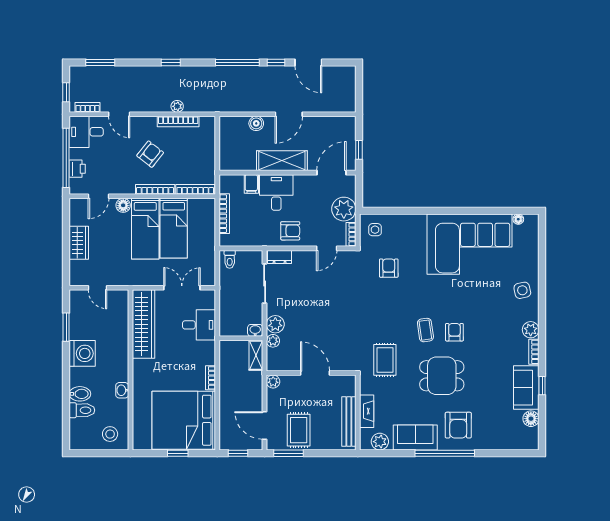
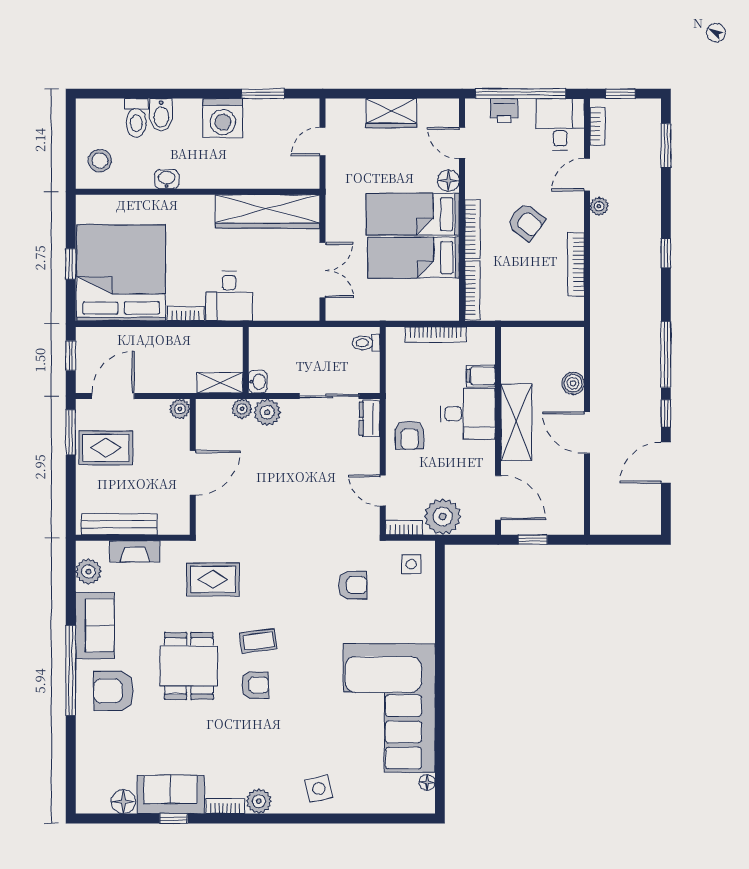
plant: (177, 106) -> (599, 206), moved
desk: (199, 325) -> (229, 296), moved

